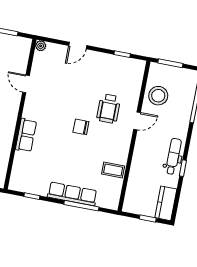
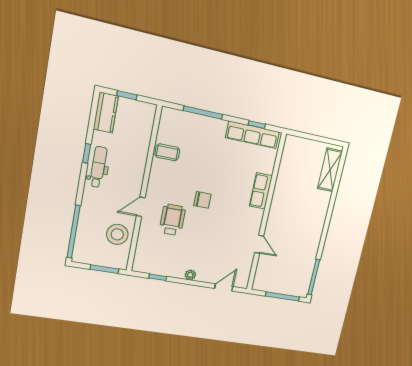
plant: (41, 46) -> (190, 275), moved
door: (78, 46) -> (224, 287), moved
dental chair: (173, 156) -> (98, 167), turned 180
row of seats: (72, 194) -> (252, 135), moved

